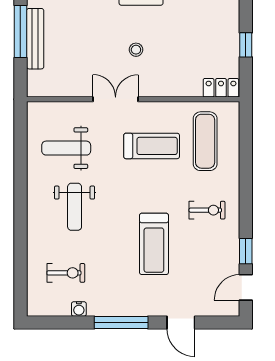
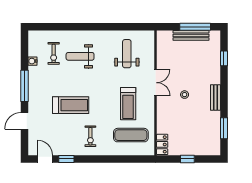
weight bench: (75, 207) -> (80, 56), moved
treadmill: (154, 244) -> (71, 105), turned 180

